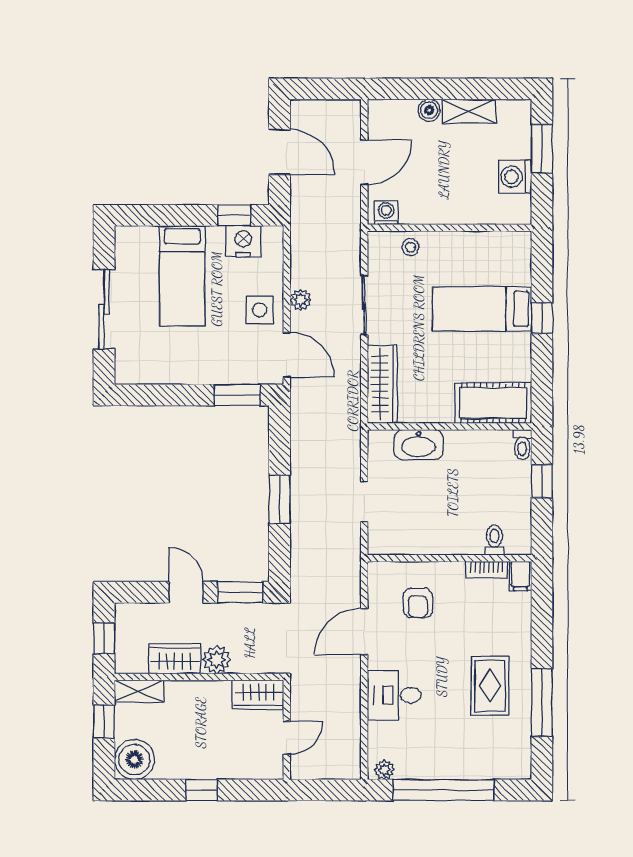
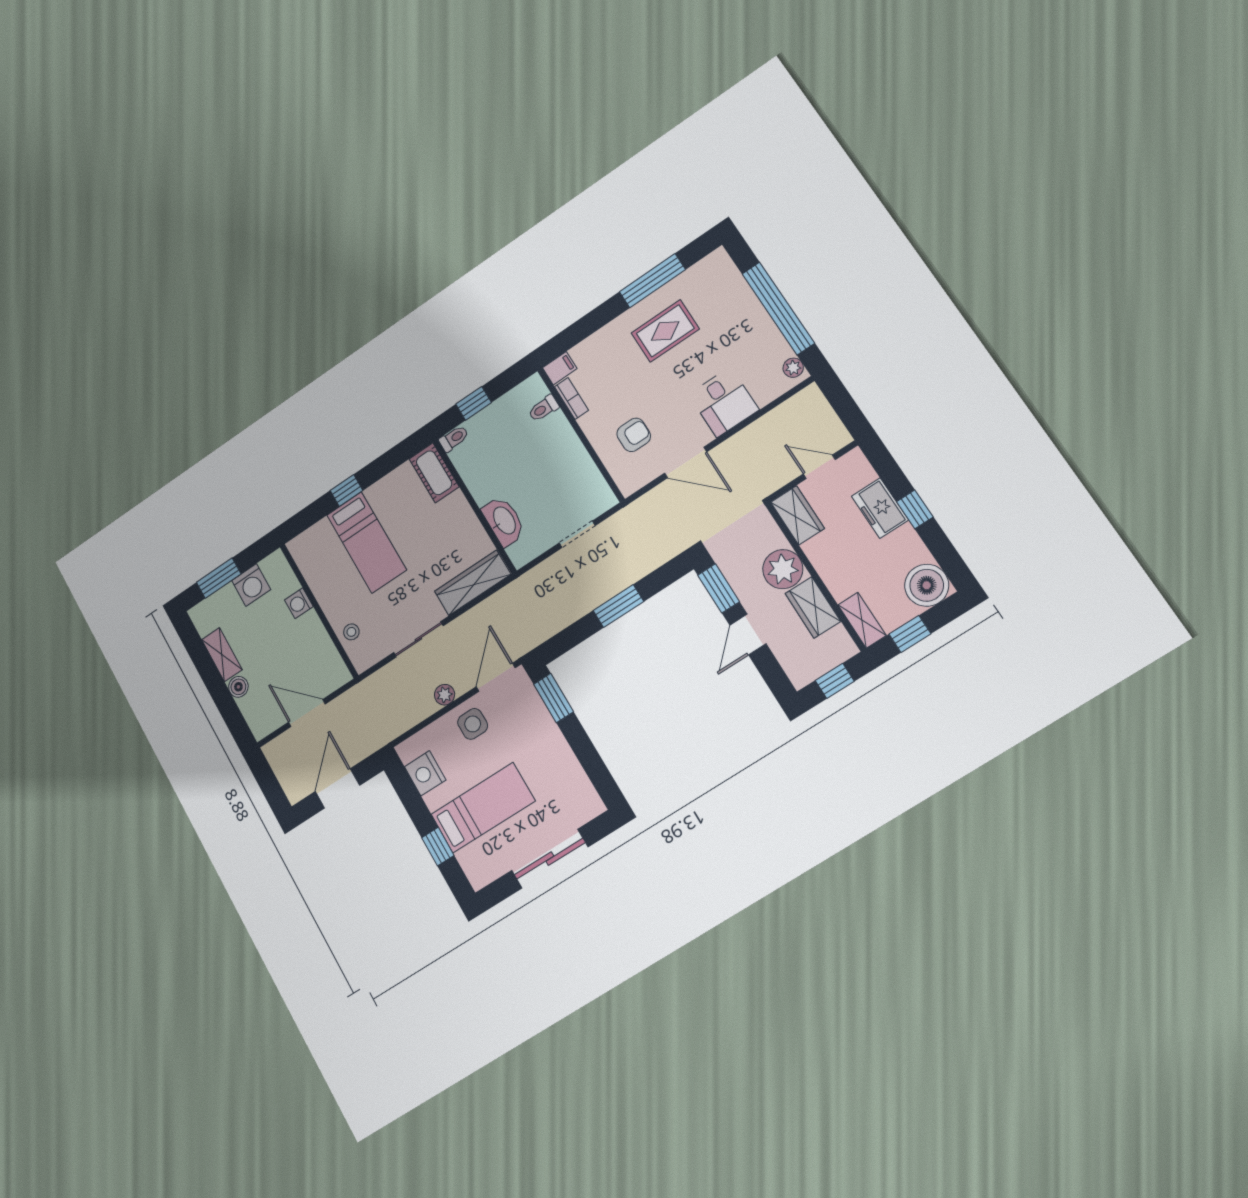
washing machine: (386, 213) -> (299, 603), moved
window: (234, 215) -> (438, 847), moved
cot: (493, 403) -> (434, 473), width x0.73, depth x0.75
plant: (217, 660) -> (783, 569), width x1.36, depth x1.36
freezer: (221, 764) -> (880, 508), added

